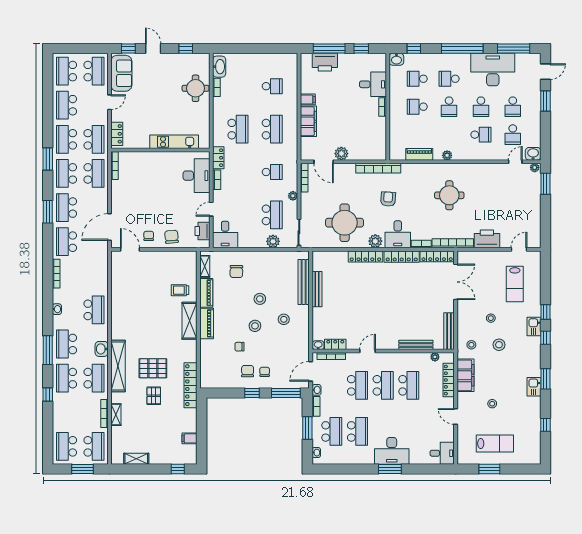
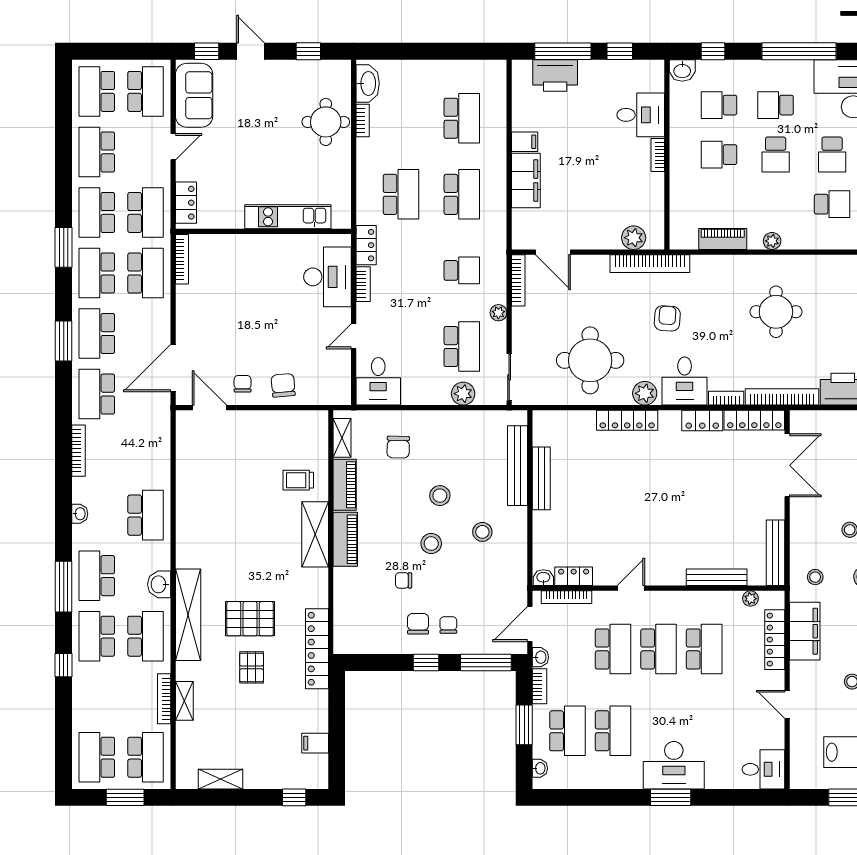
school desk: (272, 86) -> (462, 118), width x1.85
plant: (341, 154) -> (634, 238), moved
printer: (202, 231) -> (338, 375), removed
locker: (402, 257) -> (702, 420), width x0.66

